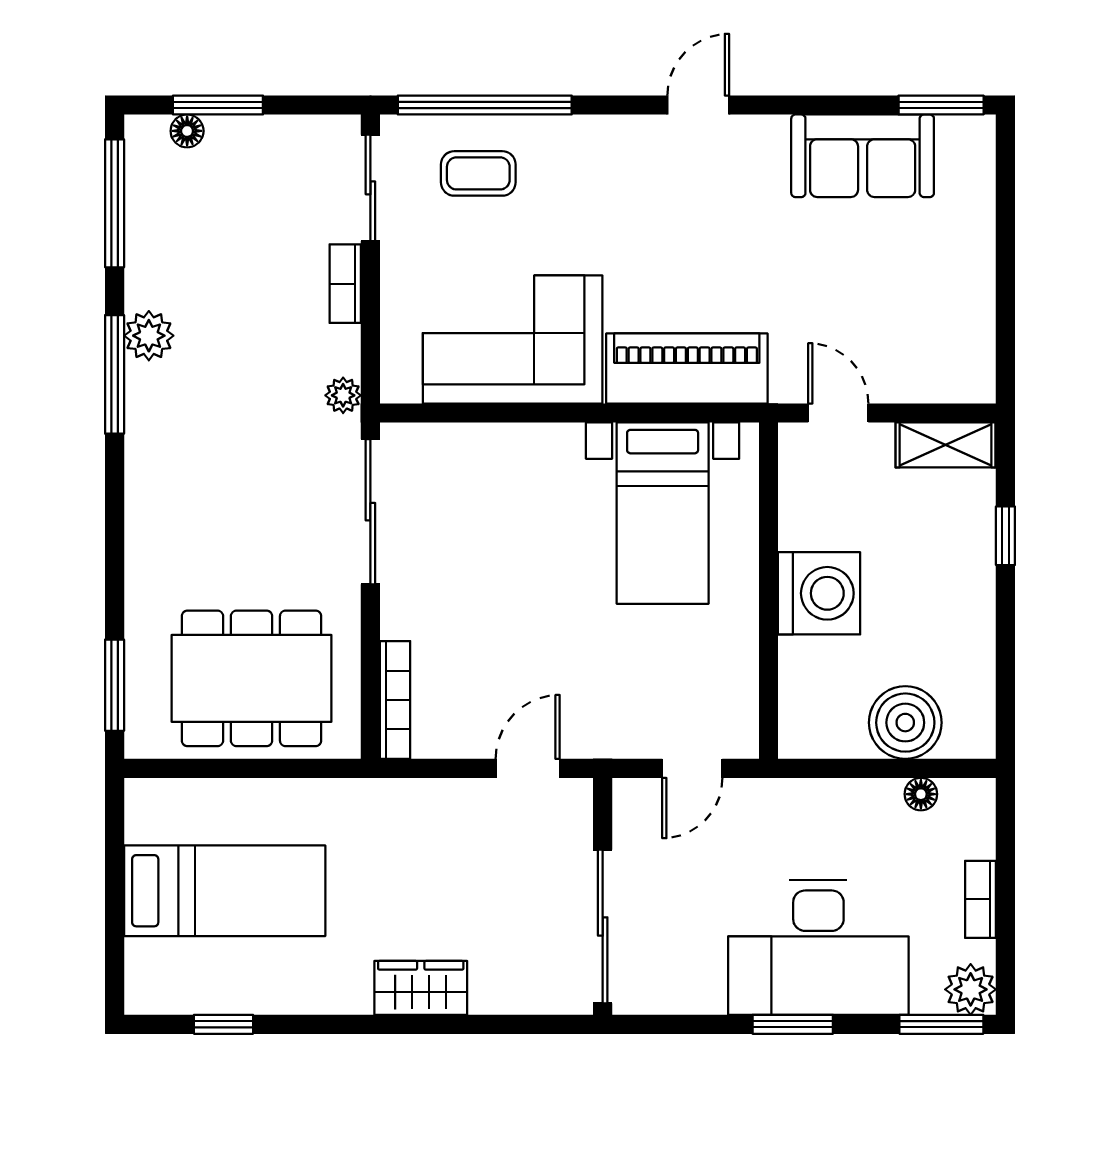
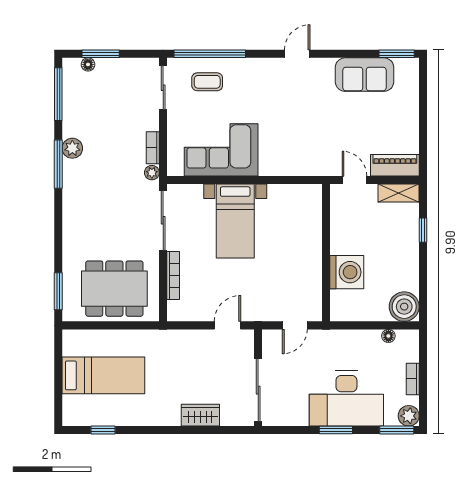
bookcase: (345, 284) -> (153, 148), moved
piano: (687, 368) -> (395, 165), moved, width x0.73, depth x0.75
bed with nightstands: (663, 513) -> (235, 221), moved
washing machine: (819, 593) -> (347, 272), moved
bookcase: (395, 700) -> (173, 276), moved
boiler: (905, 723) -> (404, 307), moved
wardrobe: (421, 988) -> (200, 415), moved

